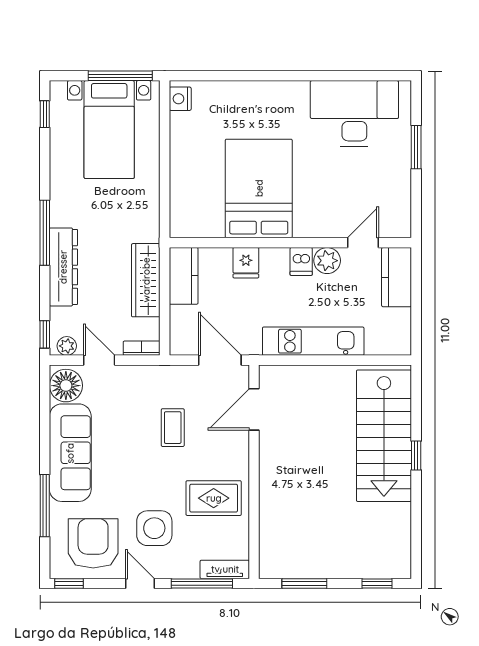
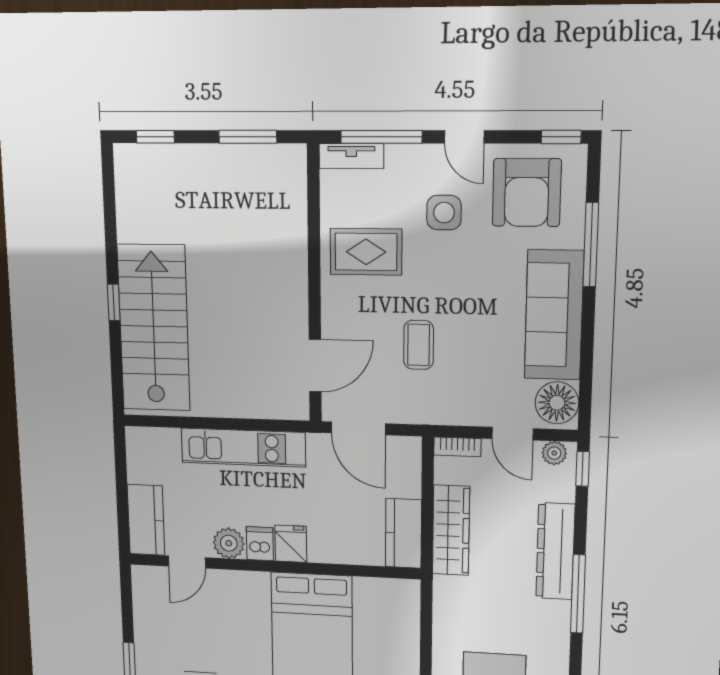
fridge: (246, 263) -> (291, 544), moved
side table: (154, 528) -> (444, 213), width x0.73, depth x0.73

